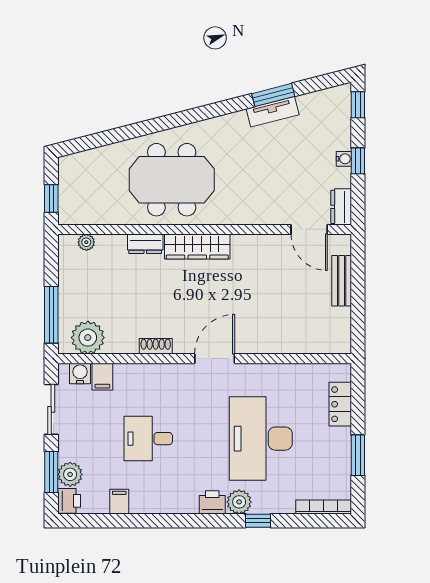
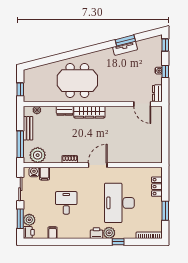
bench: (342, 281) -> (28, 128), moved
desk: (148, 439) -> (66, 203), turned 90

